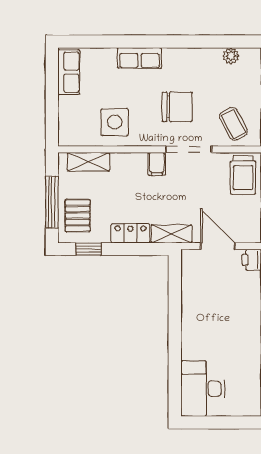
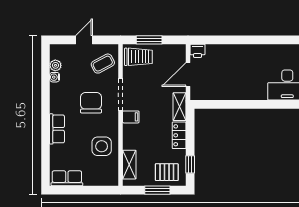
water cooler: (214, 55) -> (55, 77), added
window: (52, 202) -> (157, 190), width x0.69

